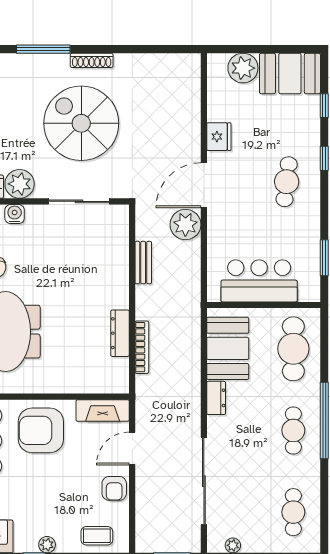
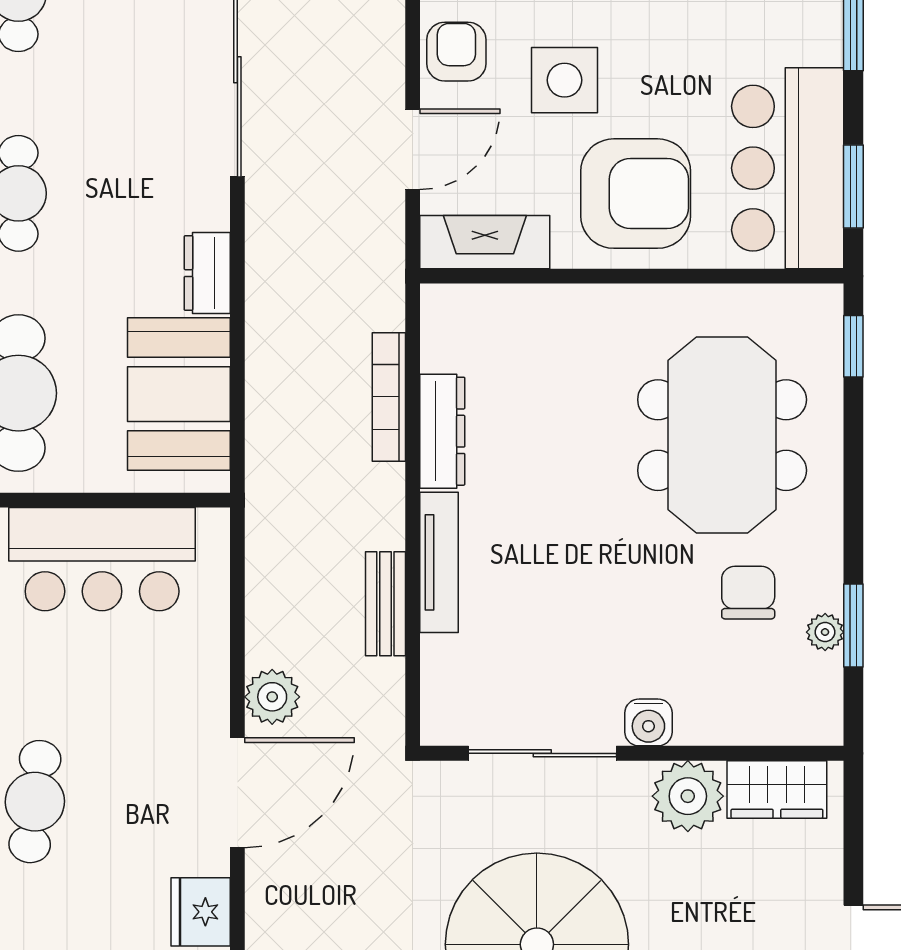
water cooler: (15, 214) -> (648, 722), moved
plant: (185, 225) -> (272, 697), width x0.73, depth x0.73
tv unit: (121, 280) -> (439, 562), added
side table: (70, 477) -> (565, 80), added

